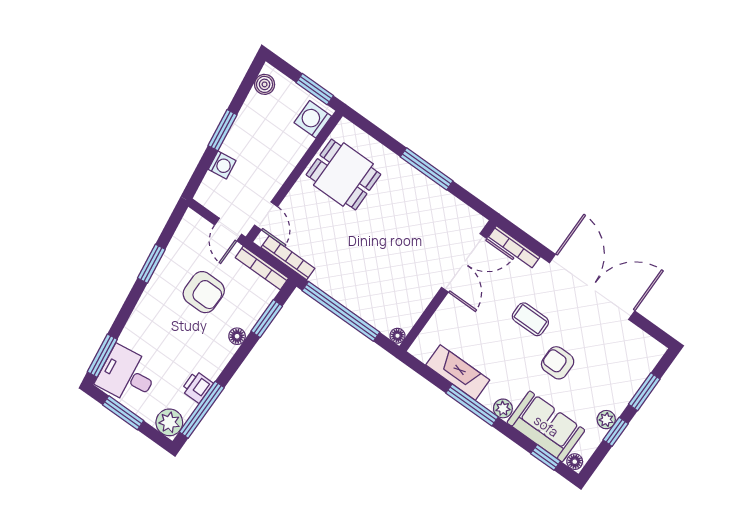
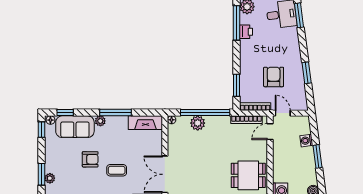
door: (266, 216) -> (270, 132), hinge flipped
armchair: (204, 292) -> (274, 77), turned 90
plant: (363, 304) -> (198, 123), added
floor lamp: (237, 336) -> (244, 68), removed
fireplace: (458, 372) -> (145, 123), moved
plant: (606, 420) -> (50, 178), moved
window: (616, 432) -> (42, 130), moved

